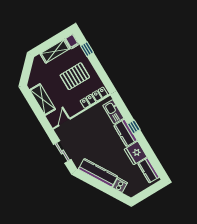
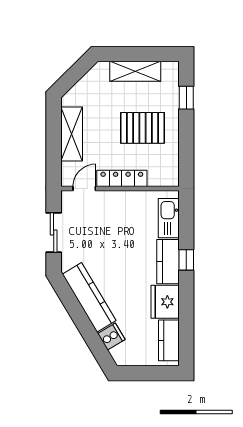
filing cabinet: (72, 41) -> (170, 72), removed
locker: (94, 98) -> (122, 178), moved

